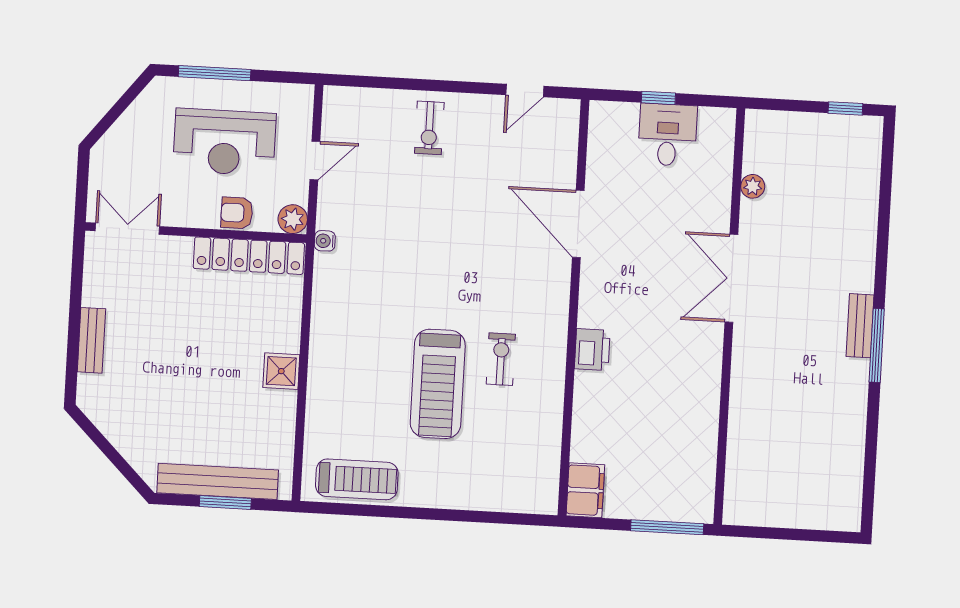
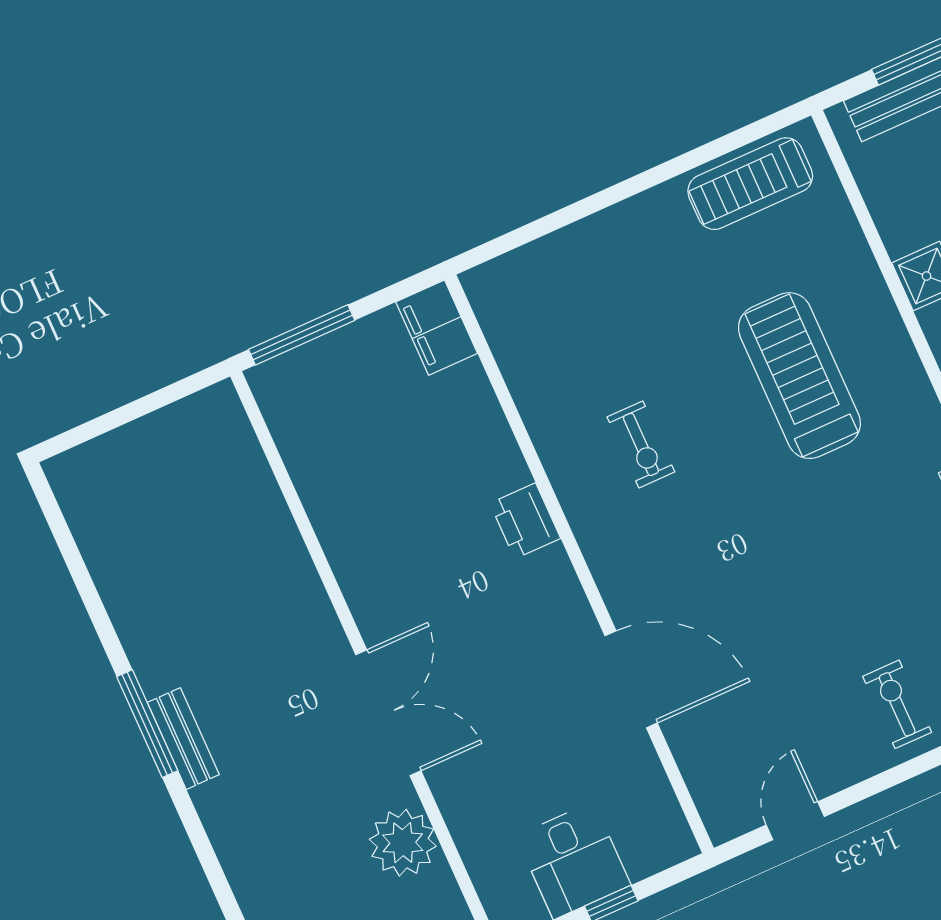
plant: (753, 186) -> (403, 843), width x1.87, depth x1.87
treadmill: (438, 384) -> (799, 376), moved

